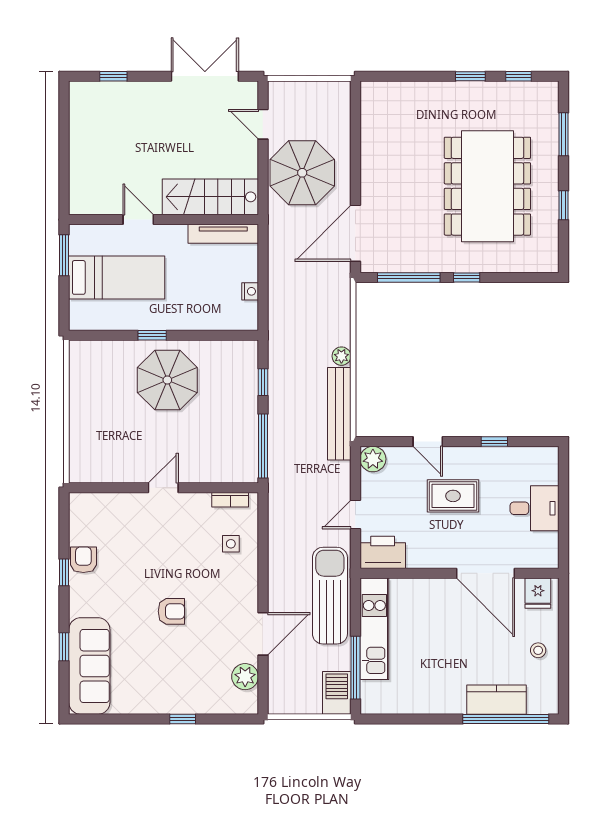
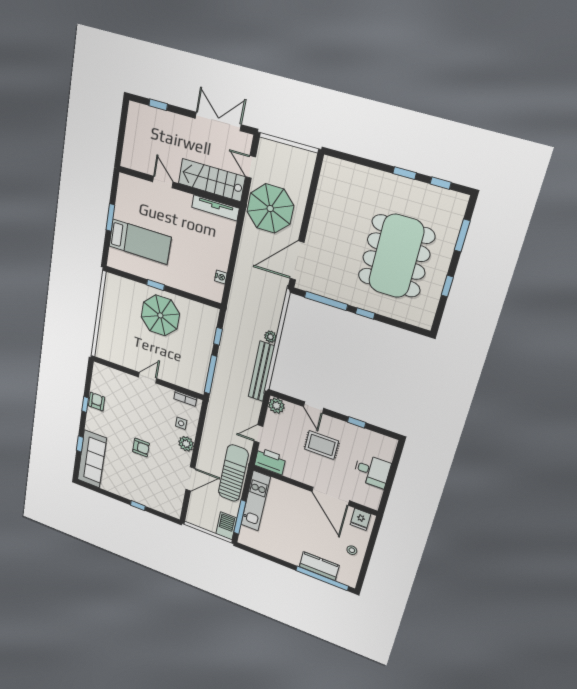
stairs: (210, 197) -> (212, 180), moved
door: (138, 220) -> (163, 182), moved
wall: (164, 220) -> (179, 187), moved
tv unit: (223, 234) -> (215, 208), moved
plant: (245, 677) -> (186, 444), moved

